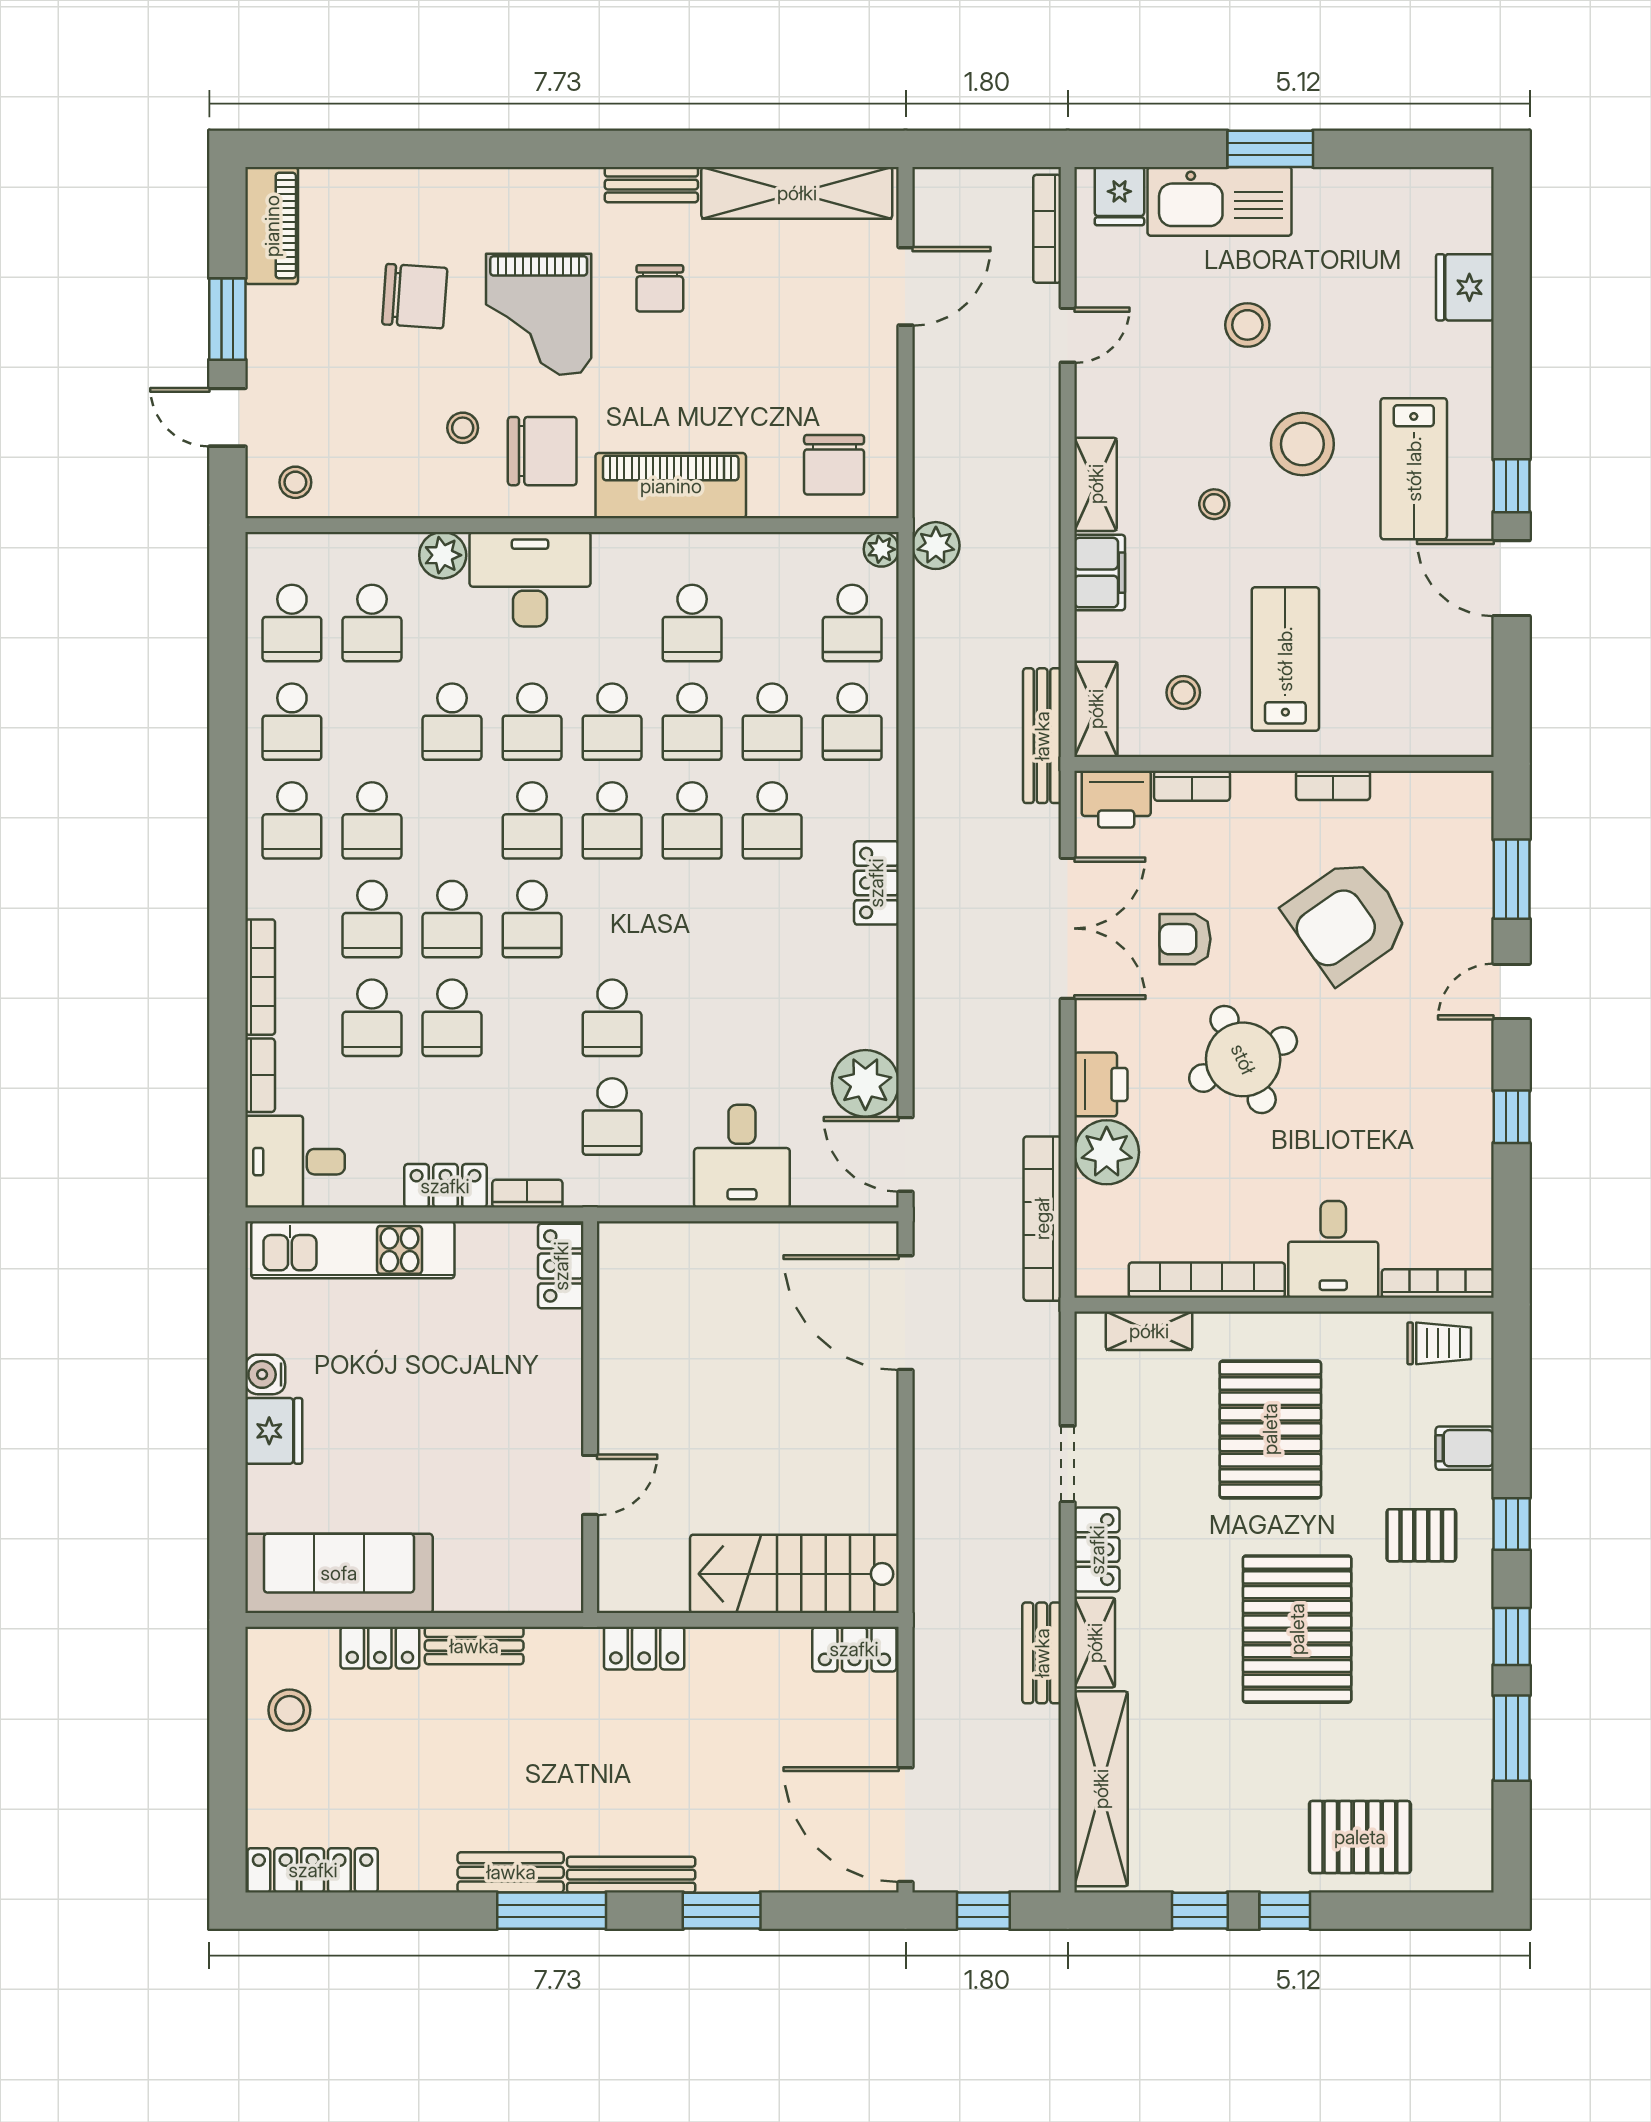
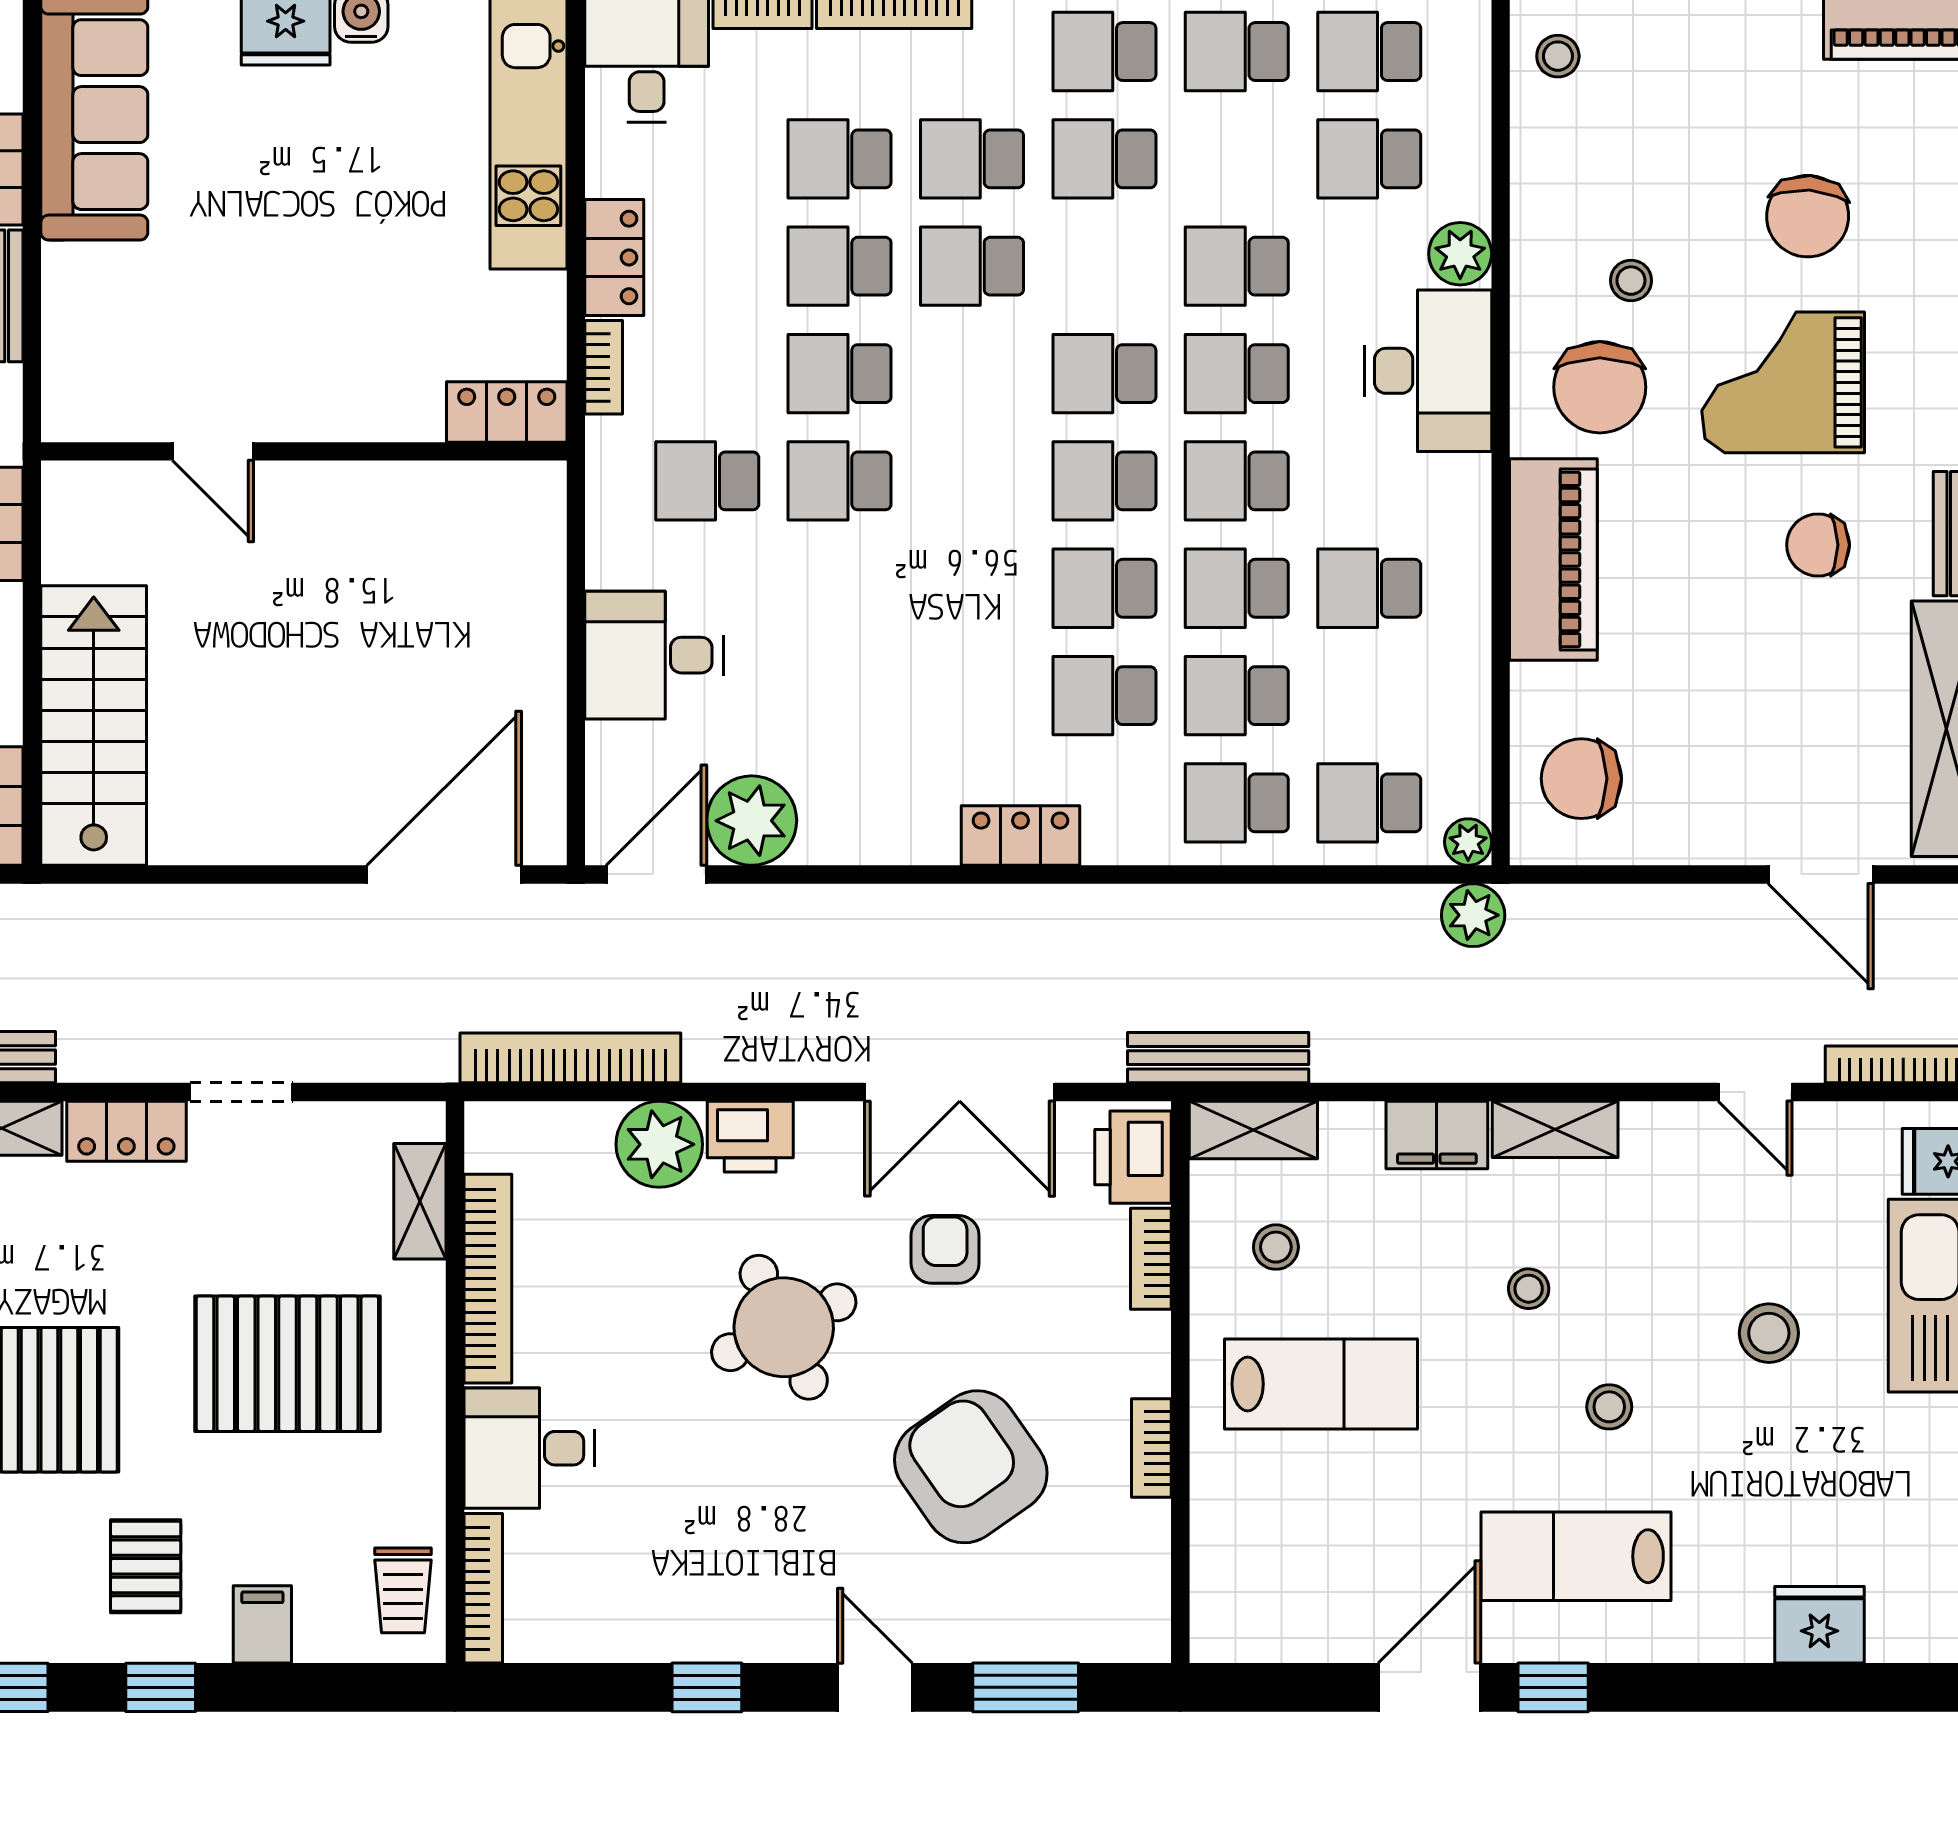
stool: (1302, 444) -> (1609, 1407), width x0.53, depth x0.53
school desk: (532, 919) -> (840, 374), moved

